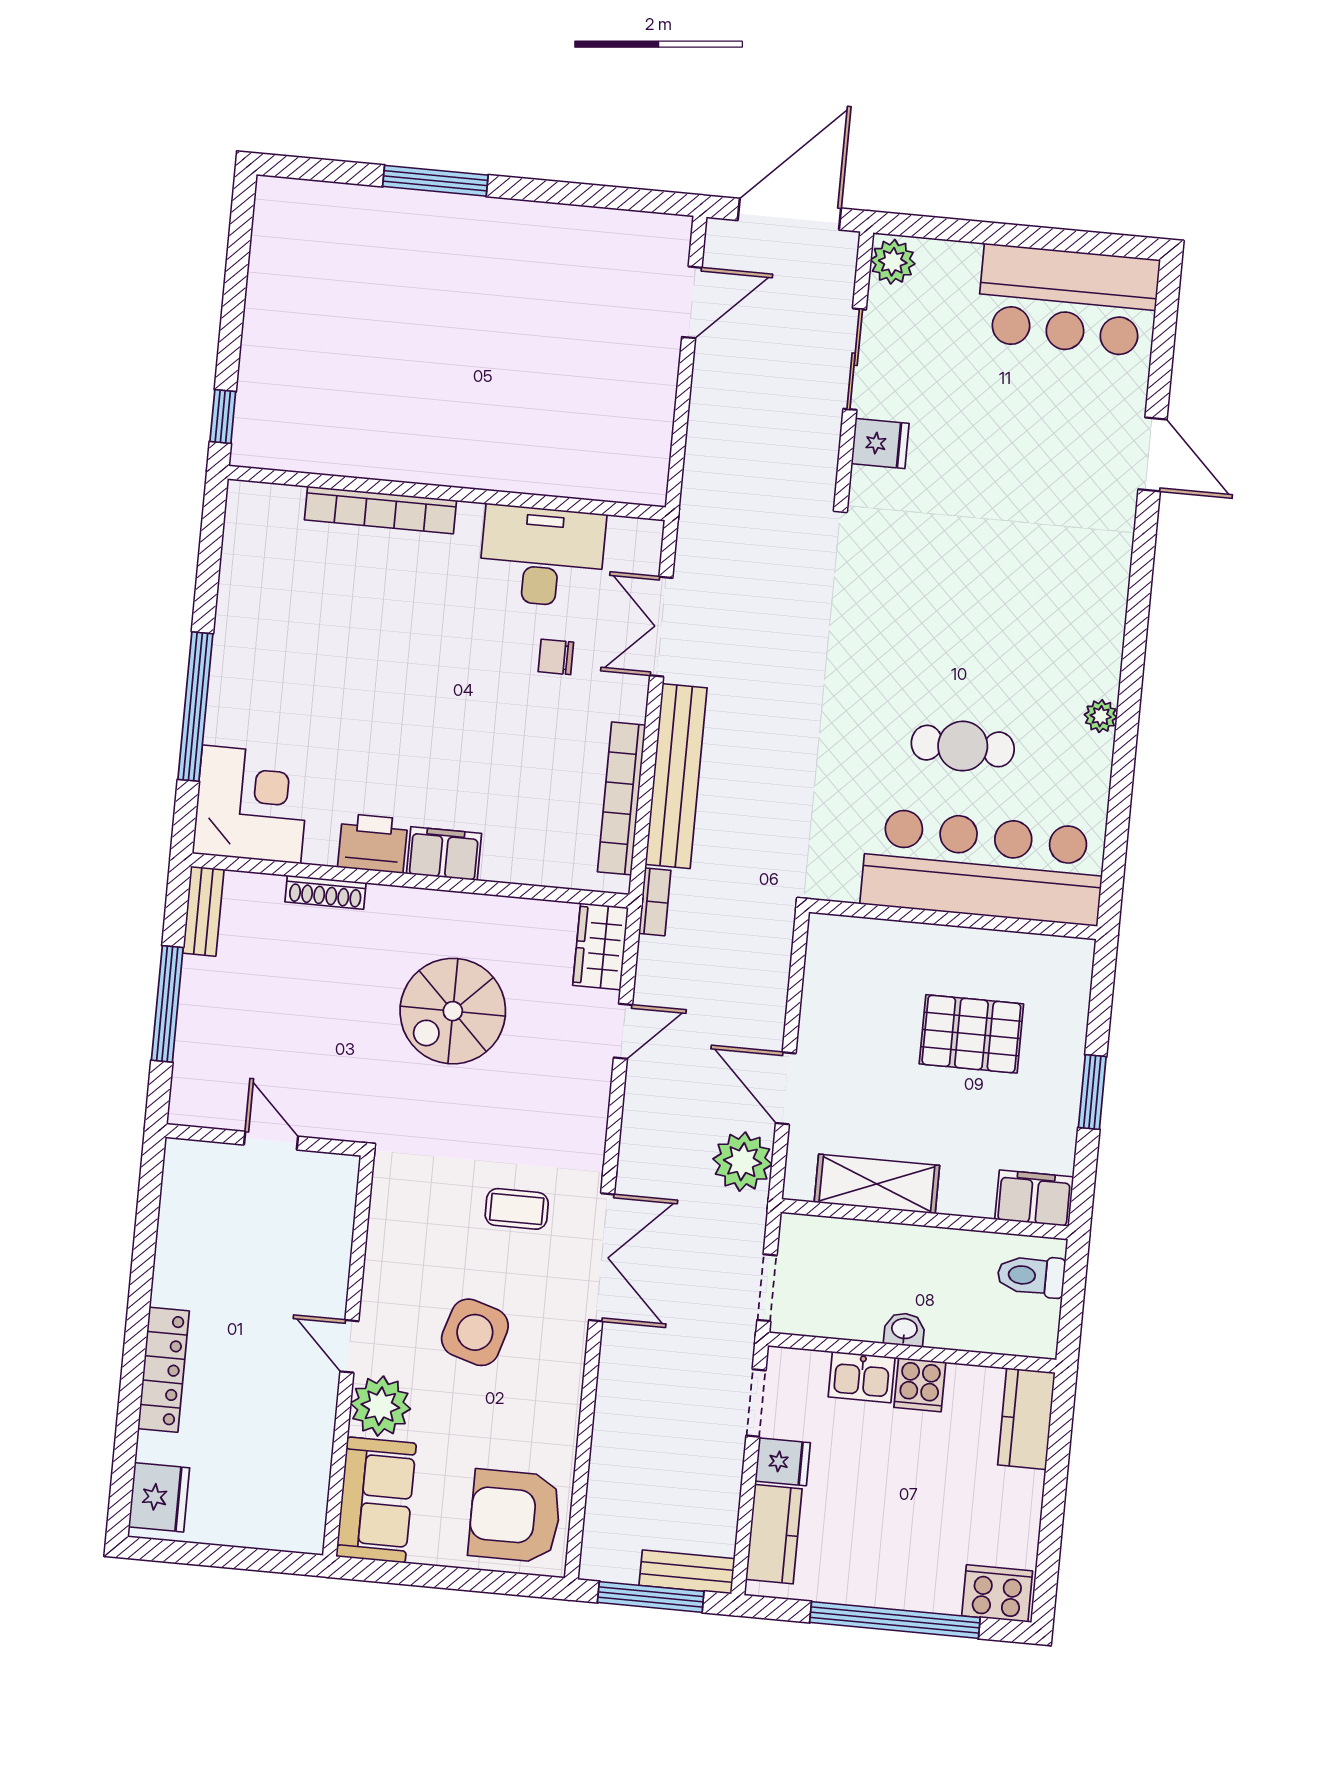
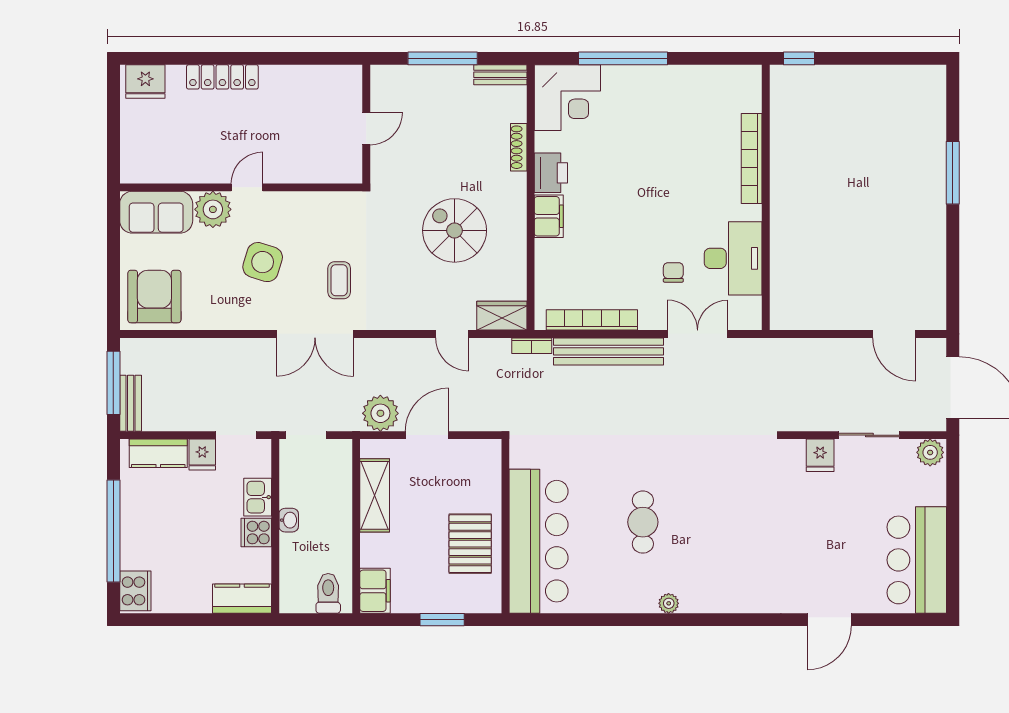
bar counter: (983, 867) -> (539, 541), moved
wall: (953, 919) -> (505, 526), moved

